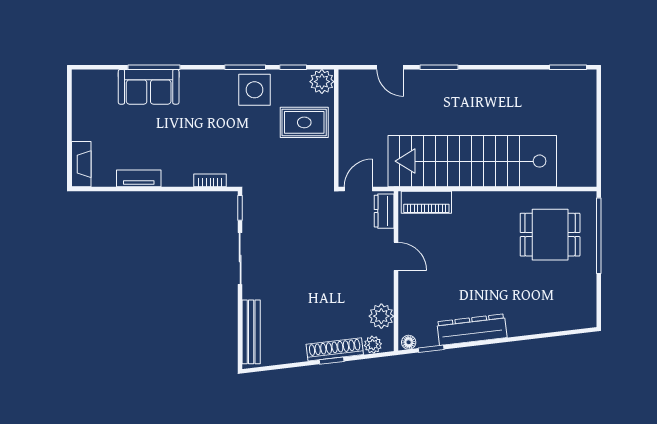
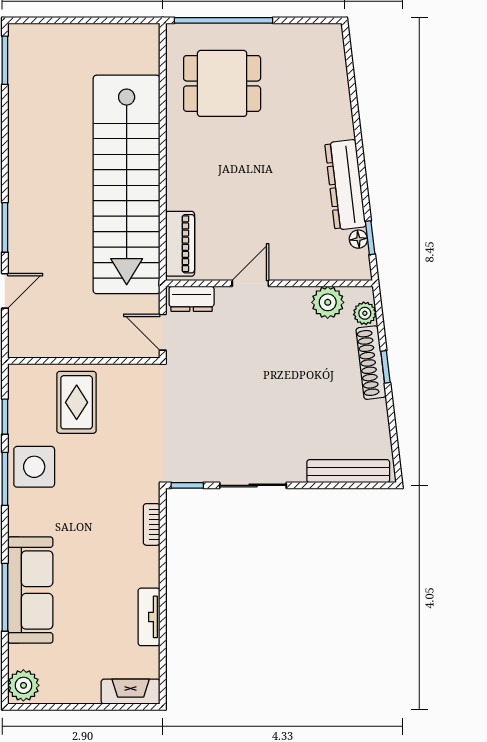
plant: (322, 82) -> (23, 685), moved
sofa: (149, 87) -> (30, 590), width x1.36
dining table: (550, 235) -> (222, 83), turned 90
floor lamp: (409, 342) -> (358, 239), moved

